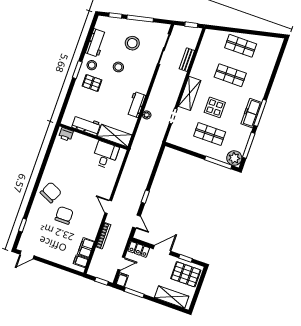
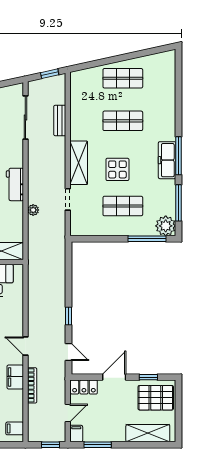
workbench: (136, 105) -> (15, 184), moved
filing cabinet: (86, 248) -> (15, 377), moved

